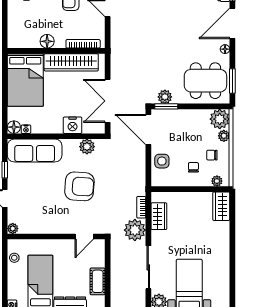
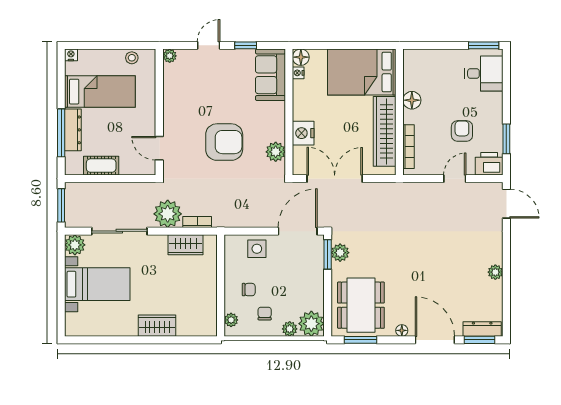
sofa: (35, 151) -> (271, 75), width x0.73
armchair: (79, 186) -> (224, 142), turned -94
wardrobe: (221, 206) -> (157, 326), moved

